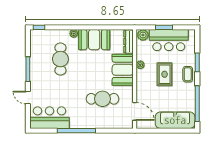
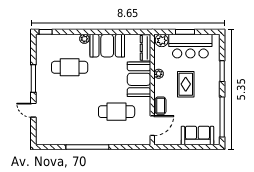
cafe table: (60, 59) -> (70, 67), turned 90
coffee table: (188, 74) -> (161, 106), moved
door: (135, 111) -> (152, 126), hinge flipped
bar counter: (49, 118) -> (57, 133), removed
sofa: (175, 120) -> (197, 135), width x0.73

